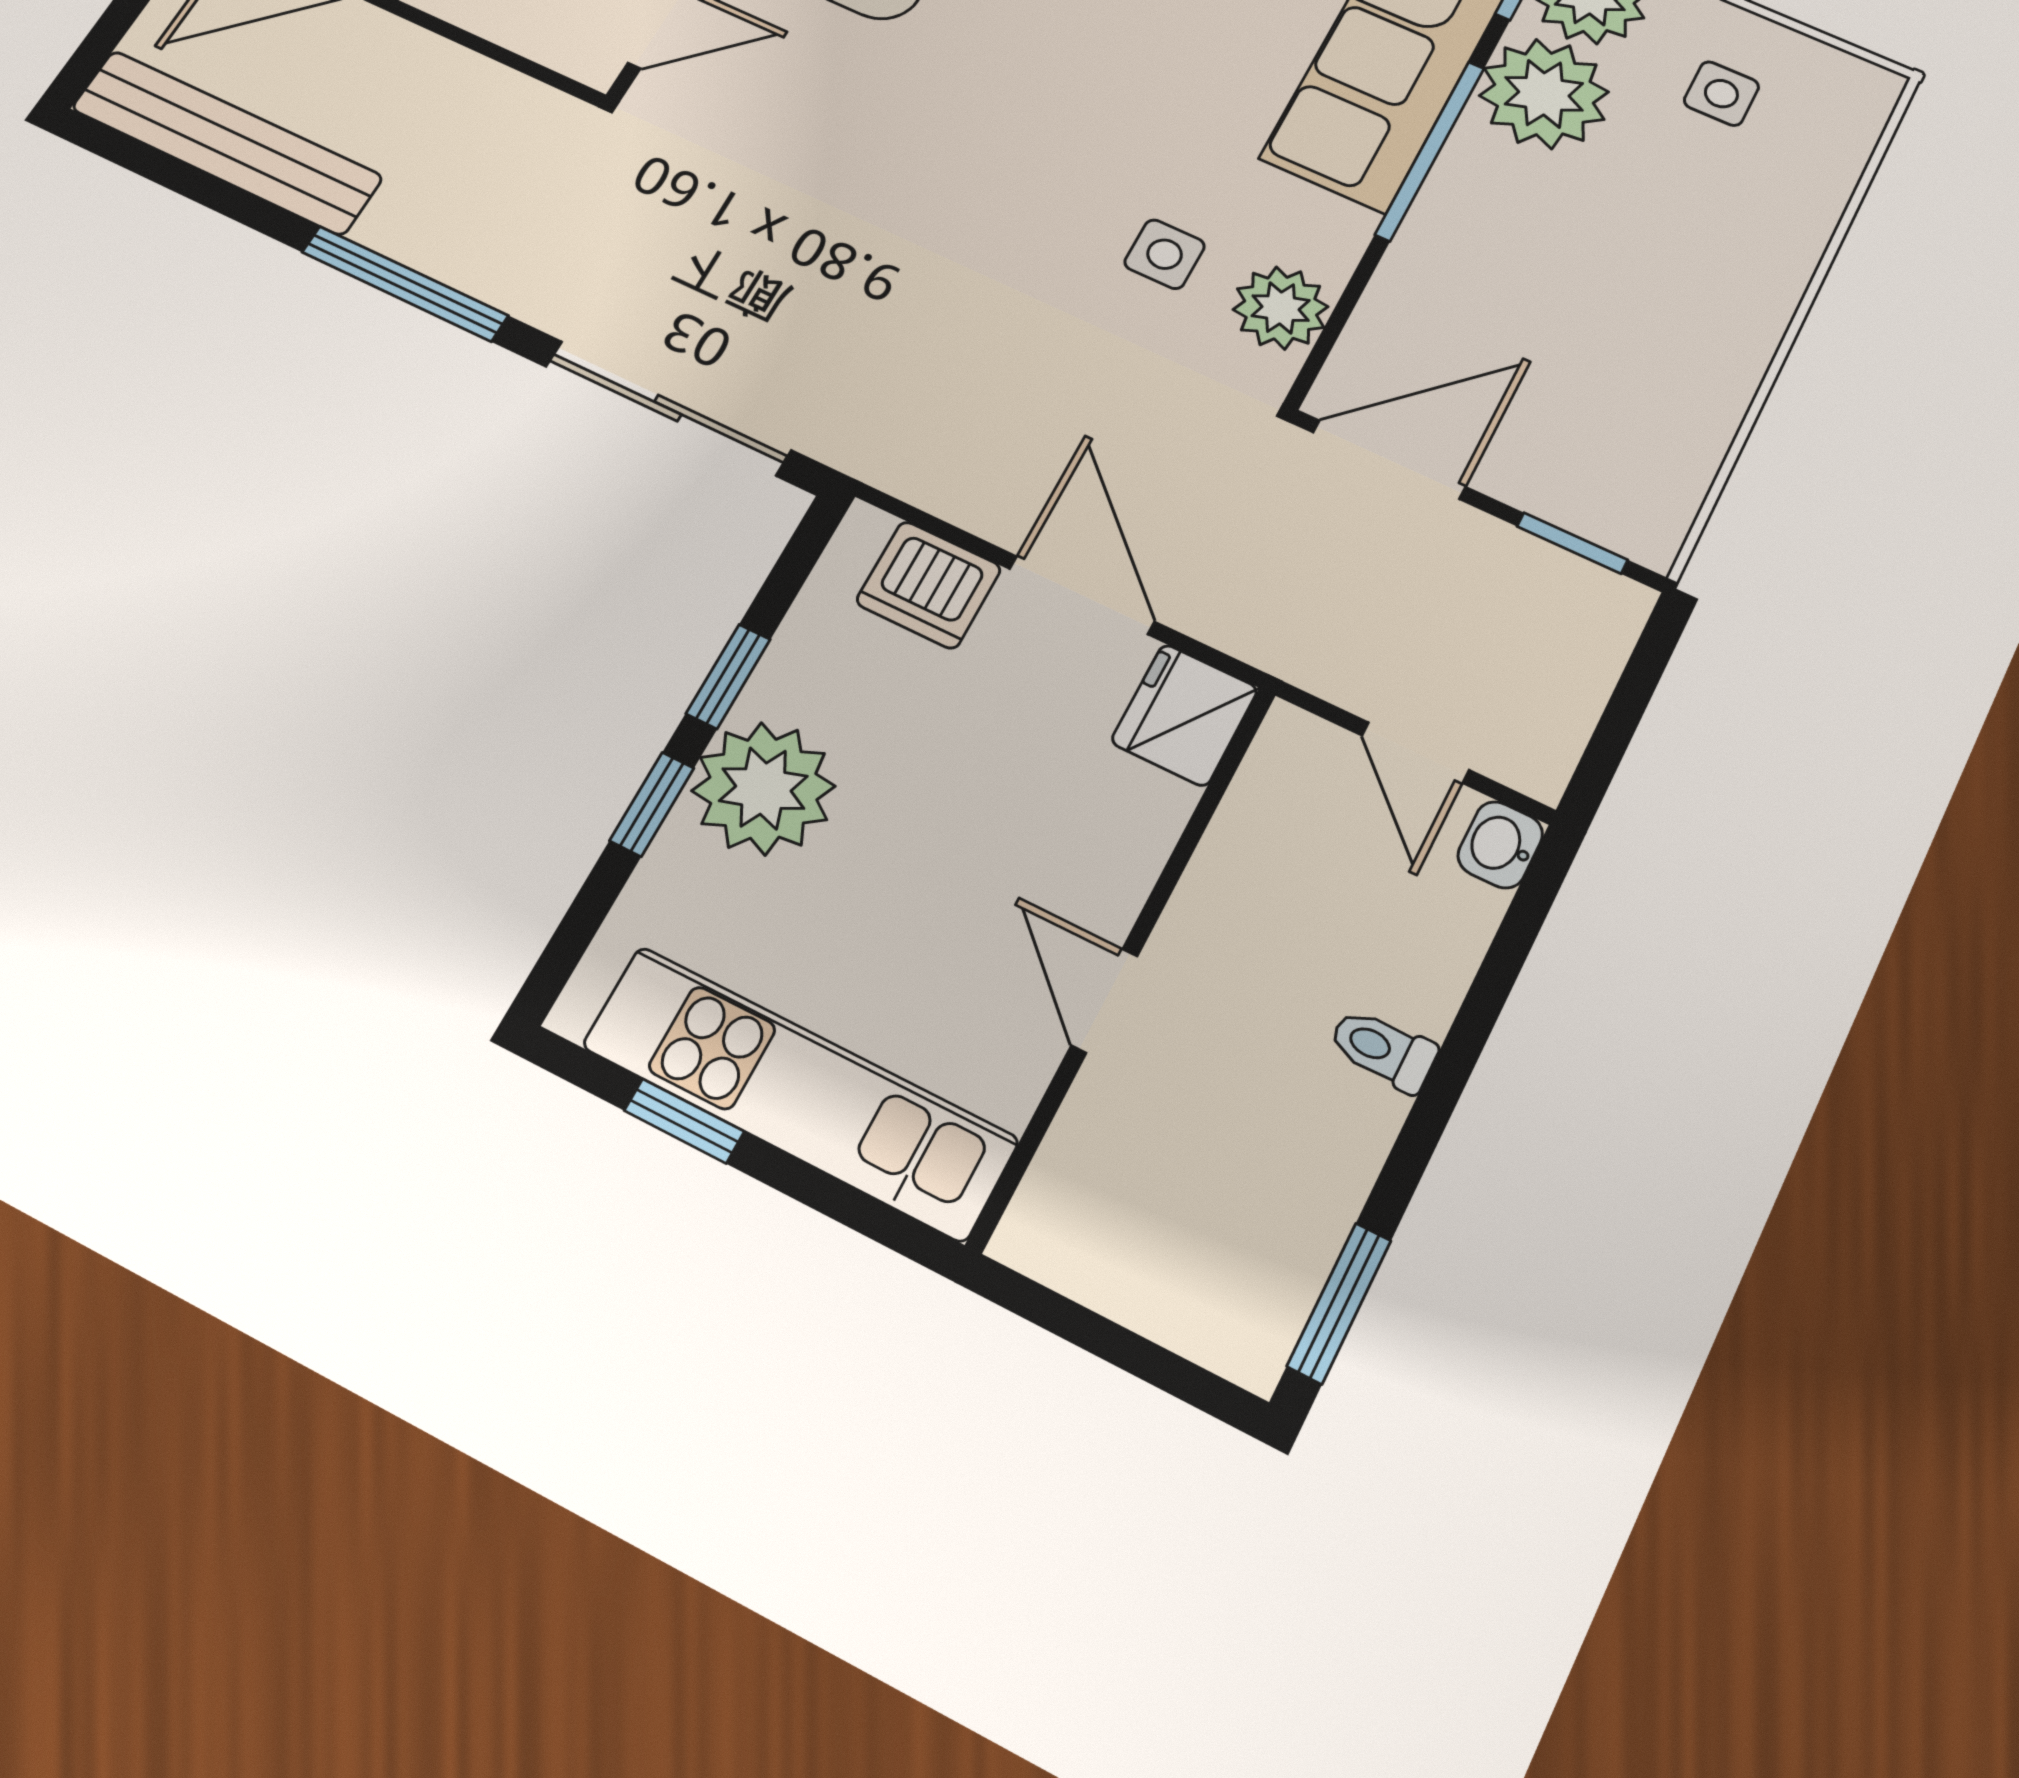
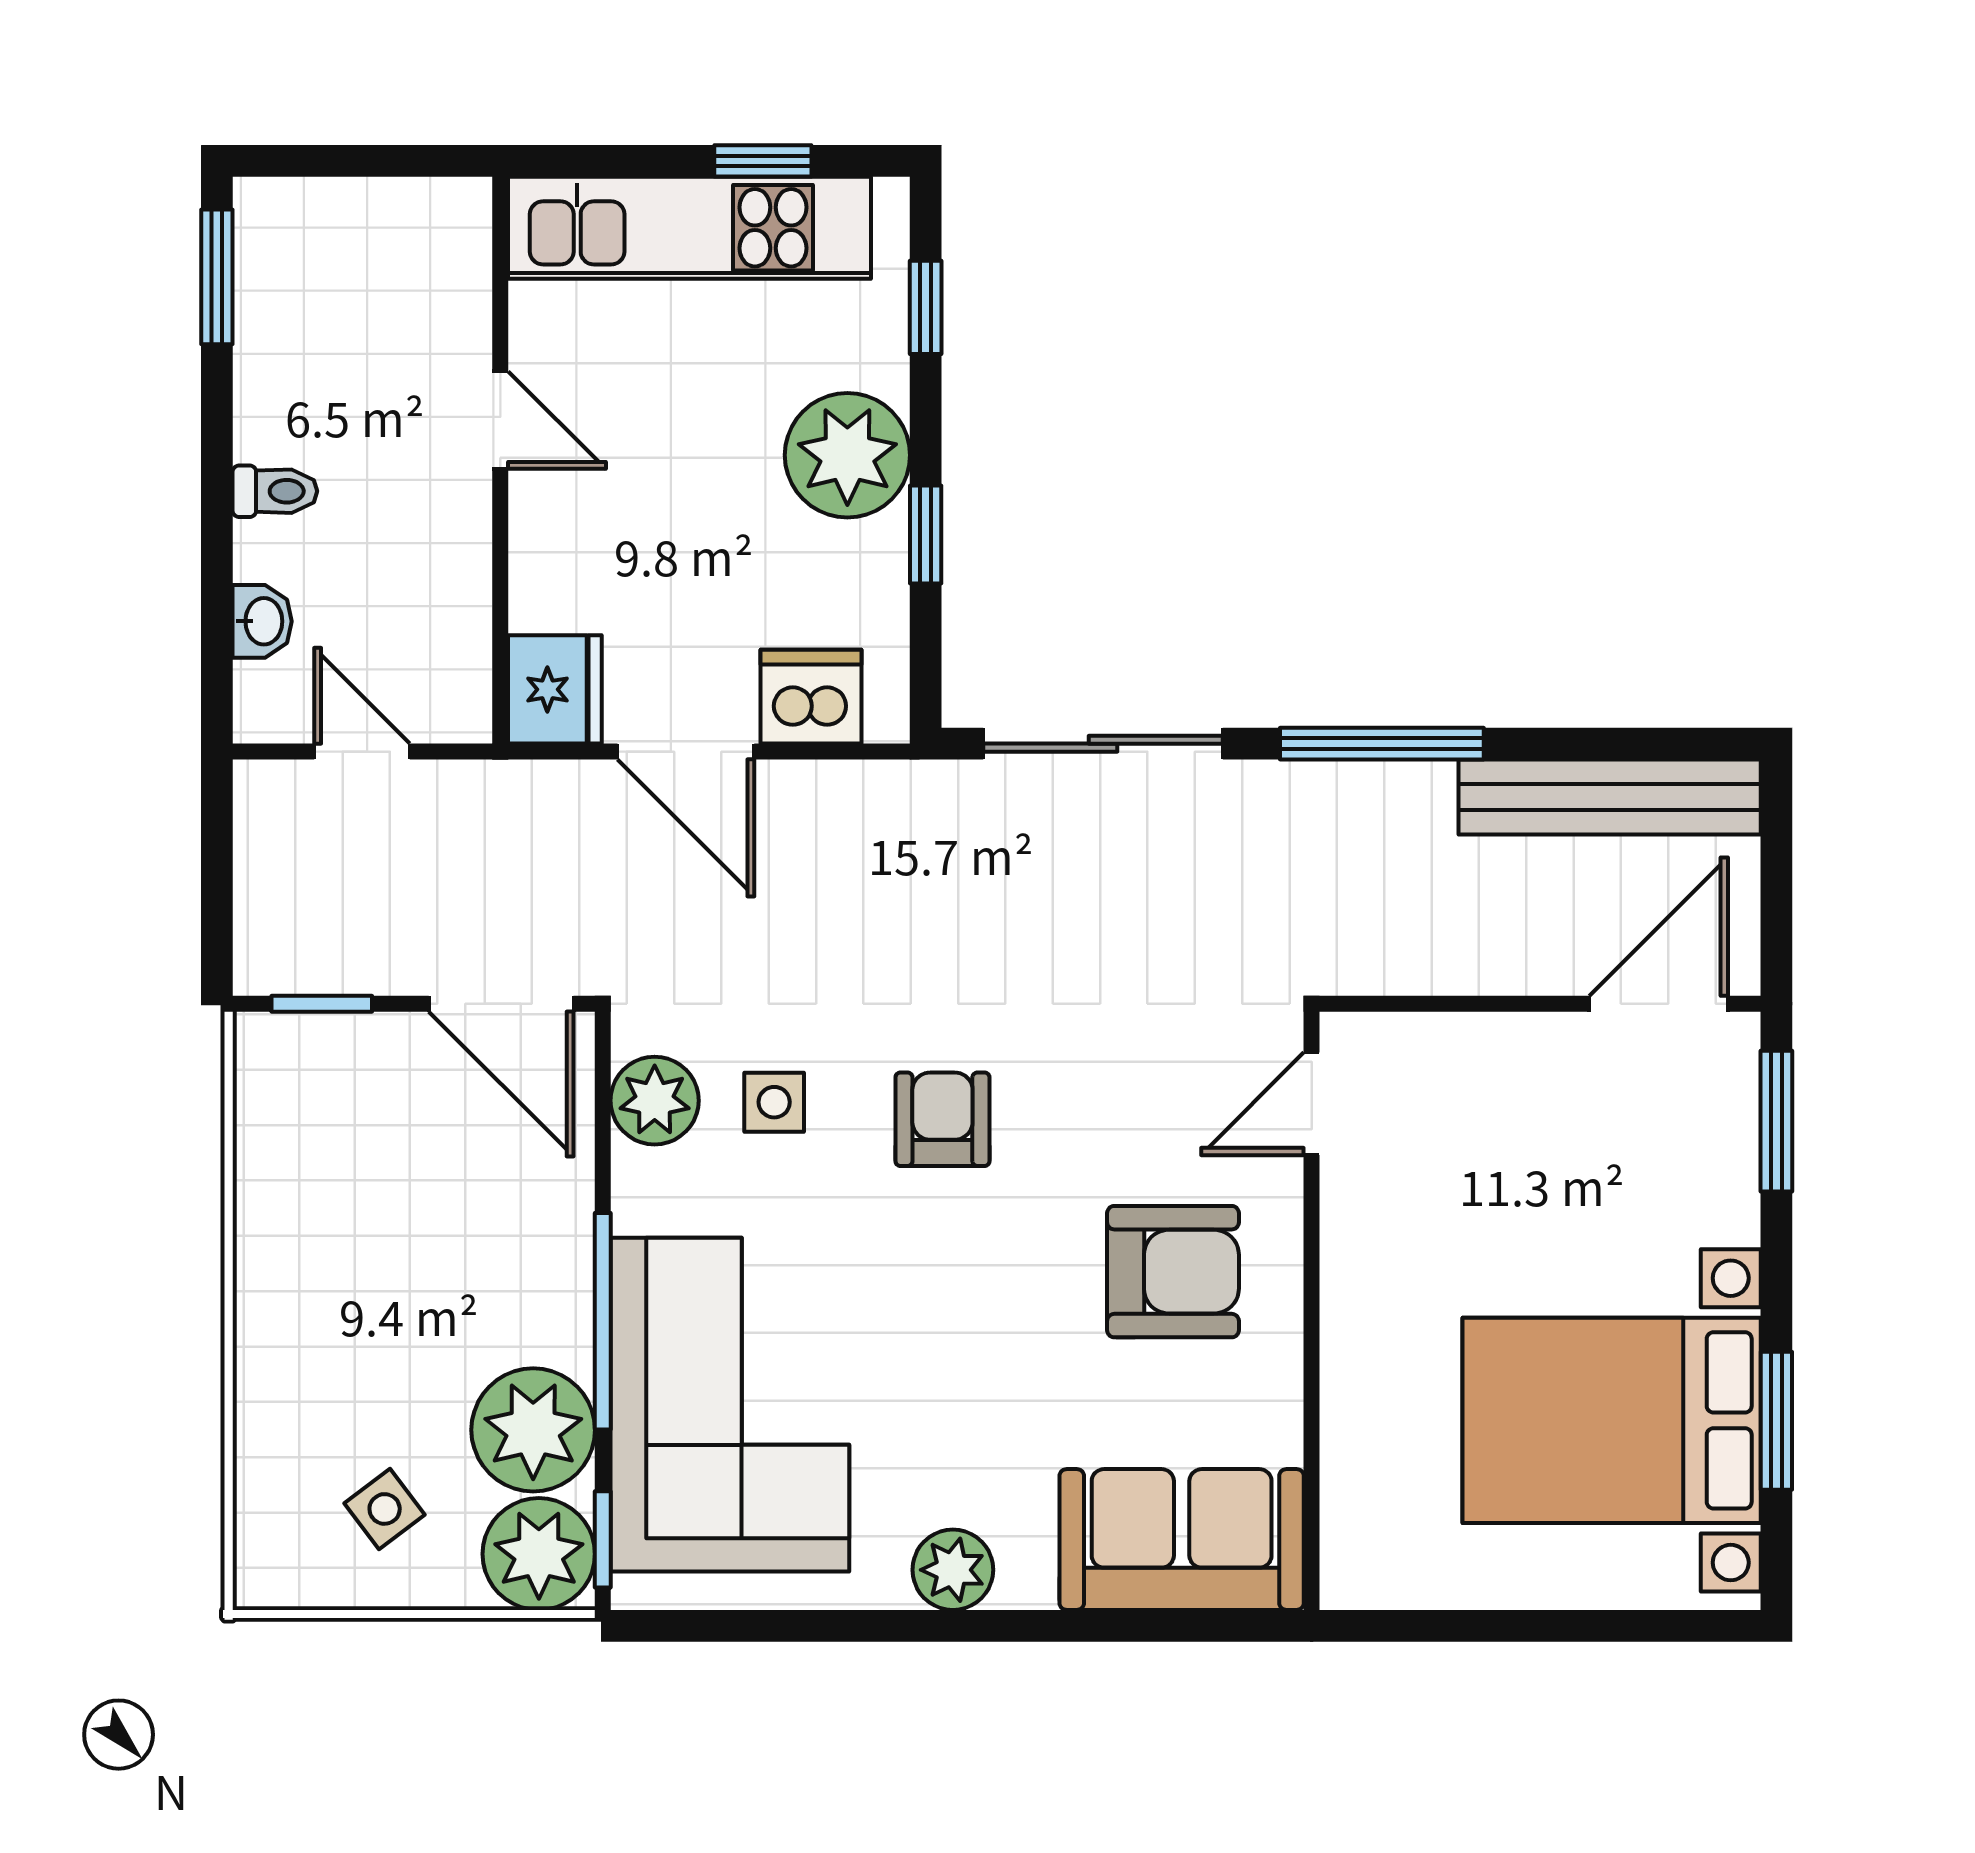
side table: (1721, 94) -> (385, 1509), turned -37
armchair: (1011, 168) -> (942, 1119), added
door: (1389, 460) -> (501, 1004), hinge flipped
window: (652, 804) -> (926, 307), moved
washbasin: (1500, 845) -> (262, 621), moved

